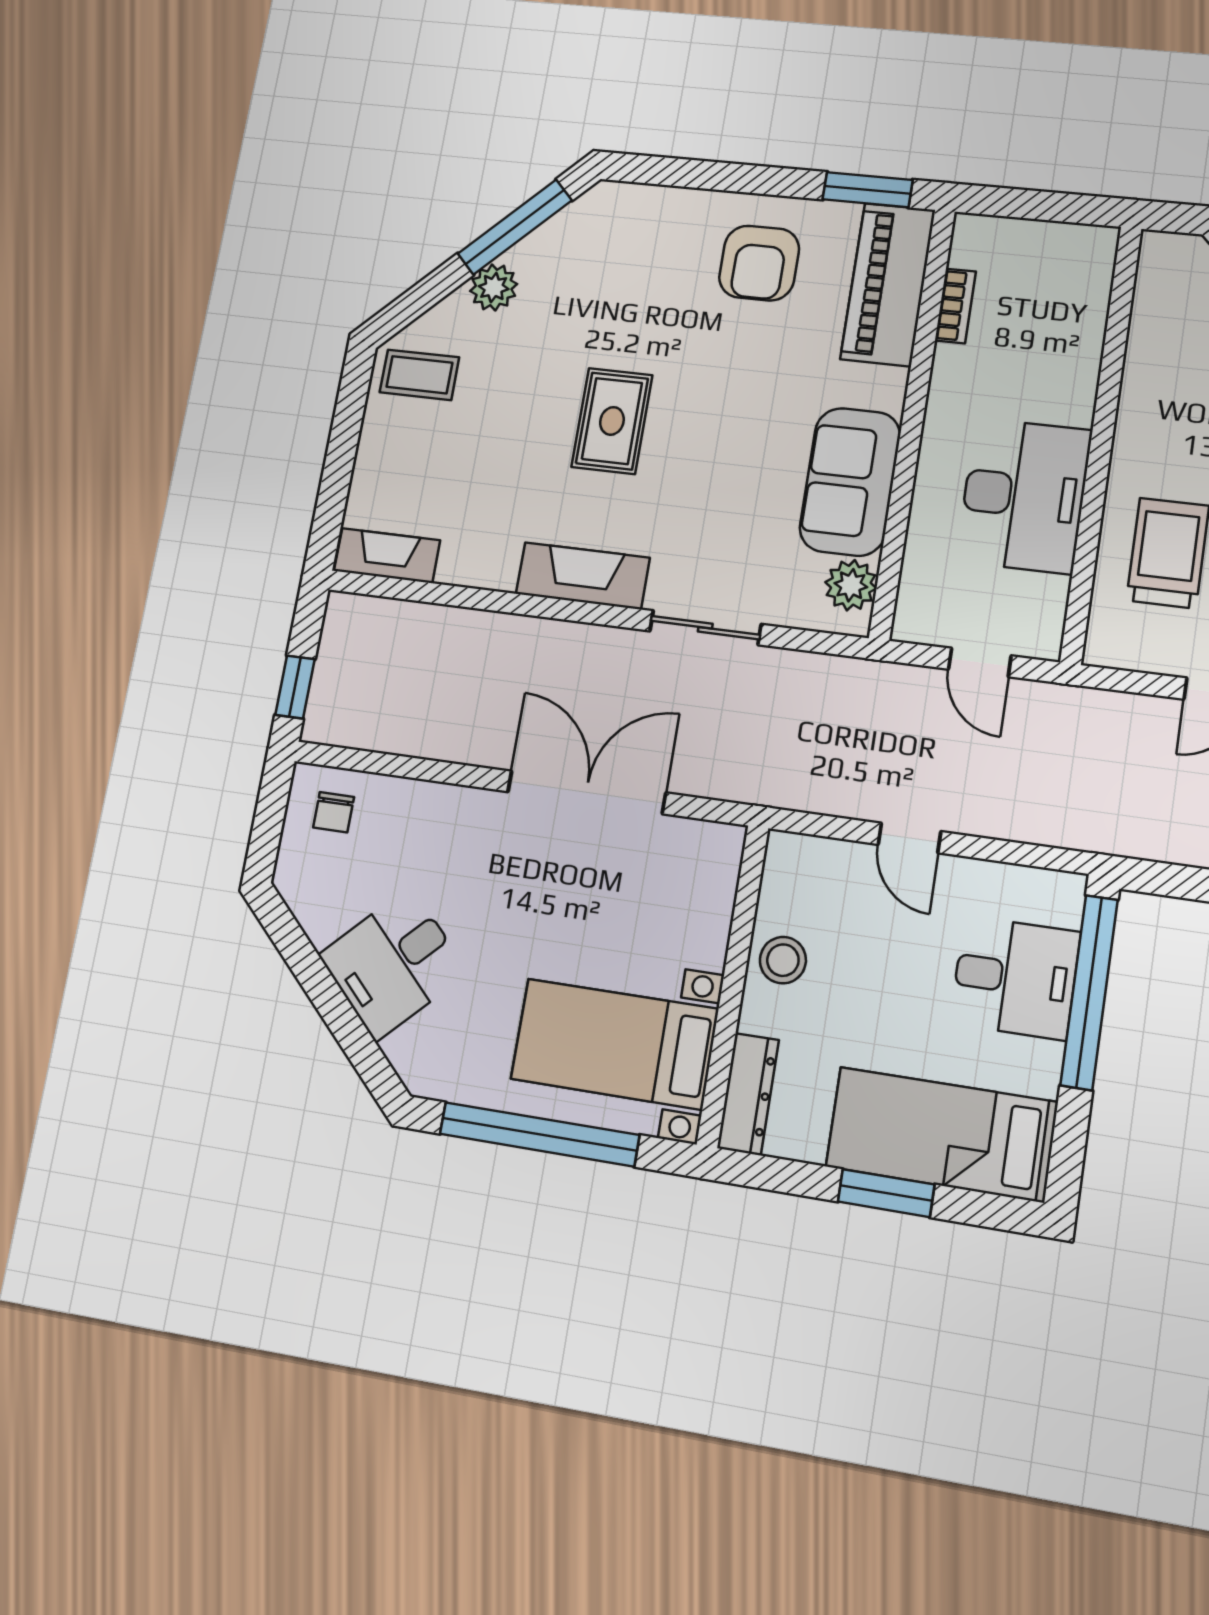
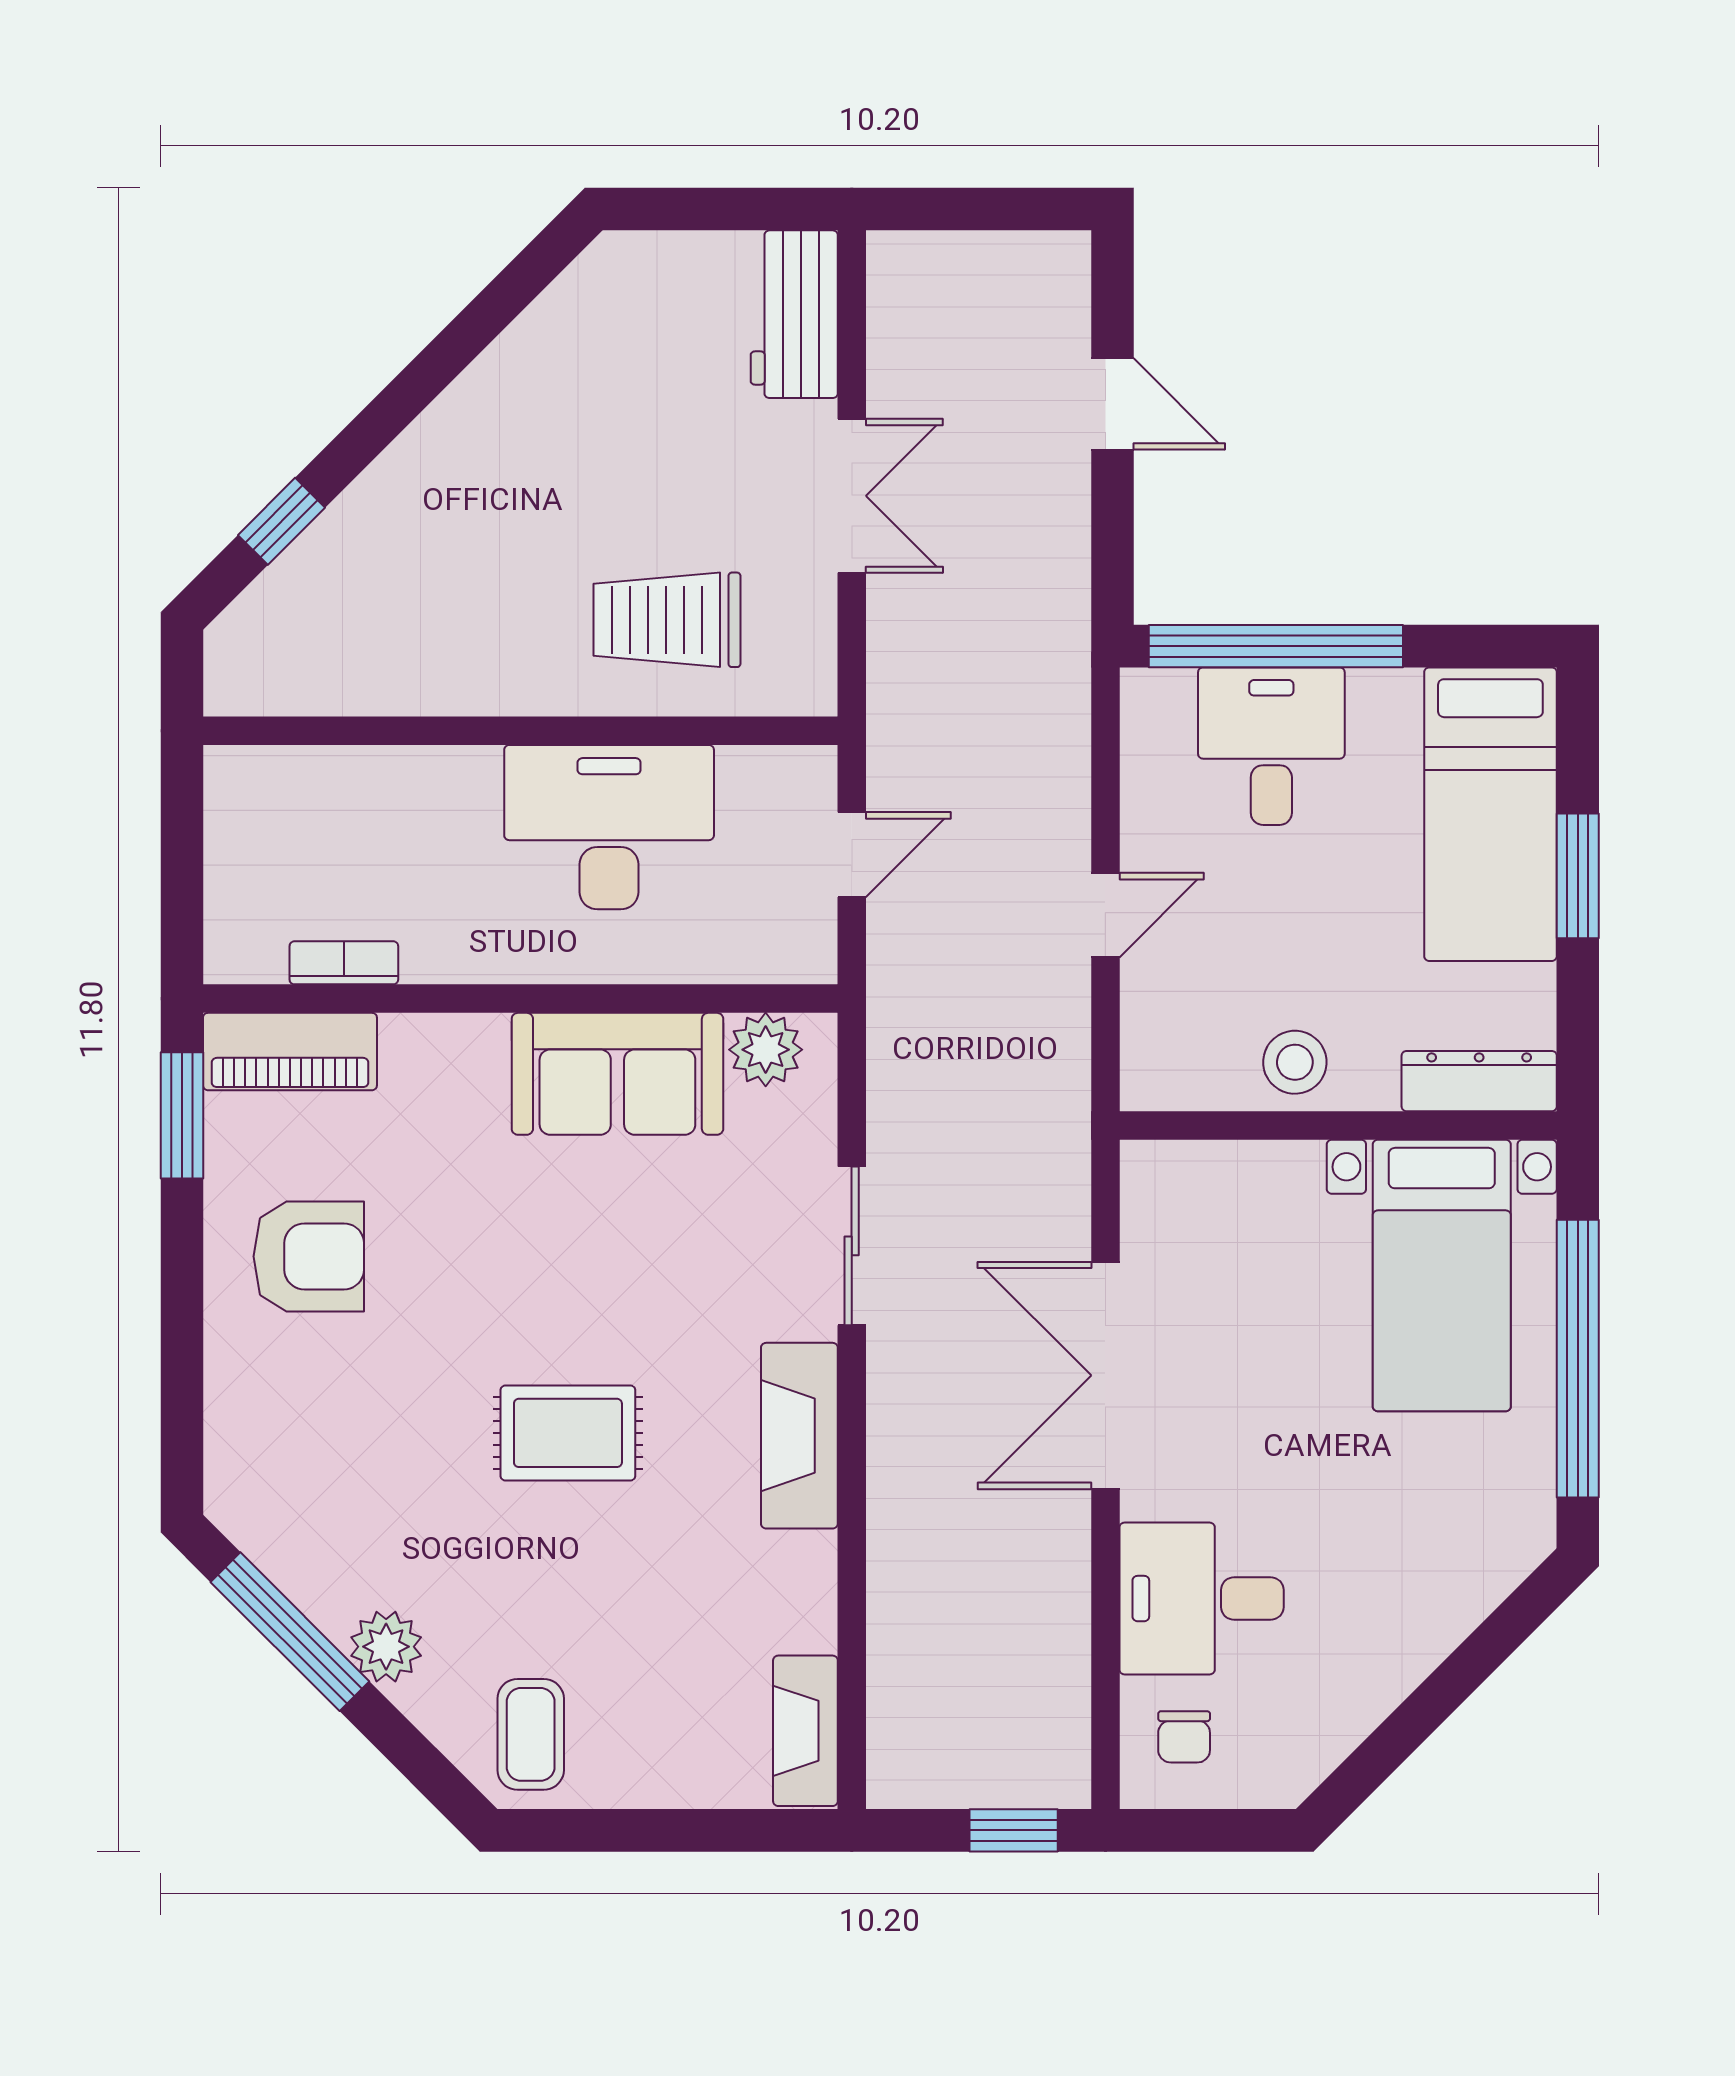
piano: (888, 284) -> (290, 1052), width x0.73, depth x0.75
chair: (334, 812) -> (1184, 1737), turned 90
desk: (393, 964) -> (1202, 1599), moved, turned 135

